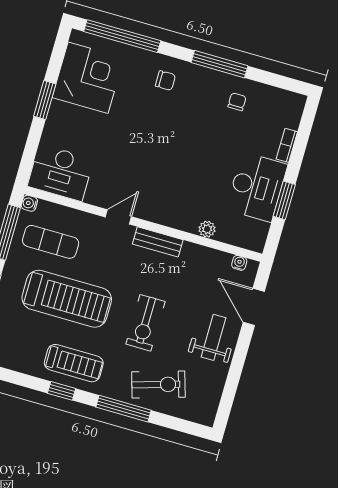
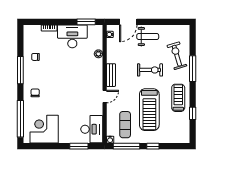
window: (45, 100) -> (79, 146), moved
window: (284, 200) -> (86, 22), moved
door: (118, 217) -> (105, 97), swing flipped
treadmill: (67, 299) -> (149, 110), turned 180
weight bench: (213, 337) -> (148, 37), turned 180
window: (62, 391) -> (193, 113), moved

